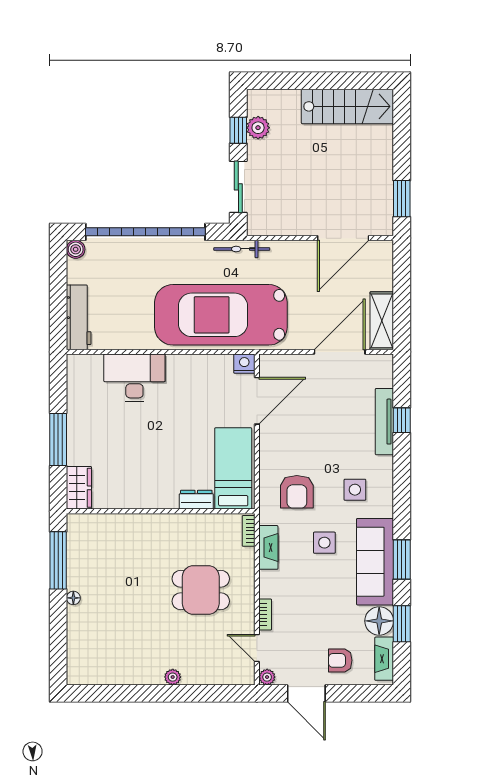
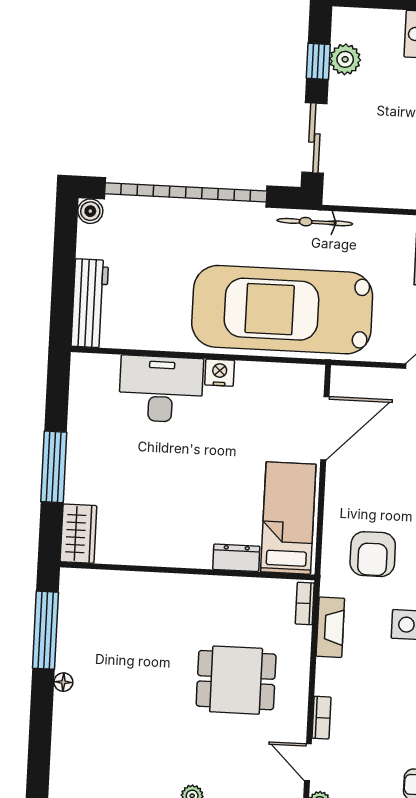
nightstand: (244, 364) -> (220, 373), moved

